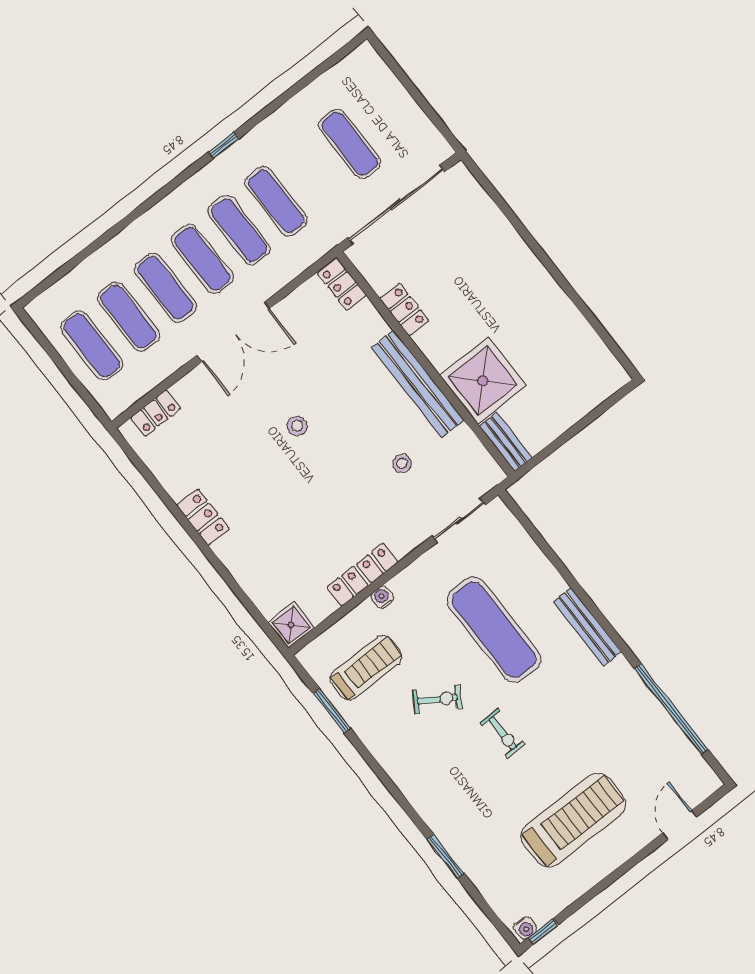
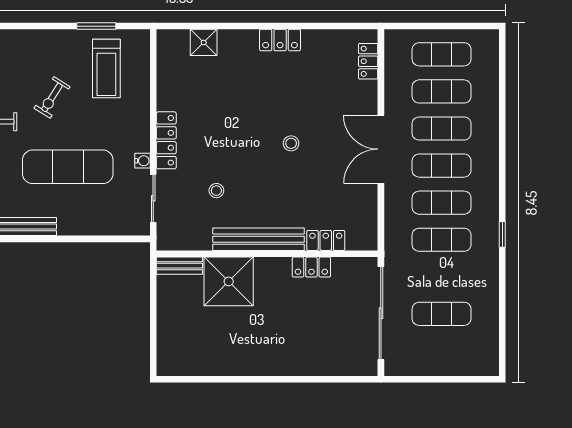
locker: (342, 284) -> (326, 240), moved
locker: (363, 575) -> (166, 140), moved
water cooler: (382, 597) -> (142, 161), moved
shower: (291, 625) -> (204, 42), moved

